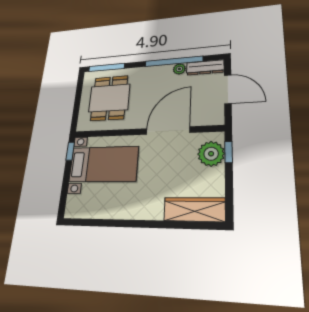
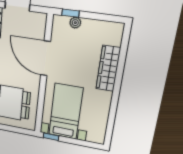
plant: (211, 154) -> (75, 23), width x0.53, depth x0.53
wardrobe: (194, 209) -> (108, 69), moved

